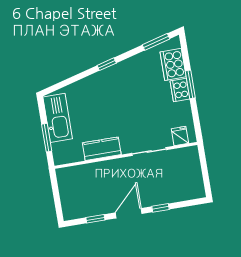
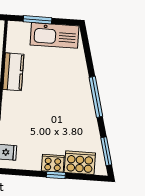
window: (107, 64) -> (96, 97), width x2.17
window: (190, 84) -> (56, 175), width x0.67

